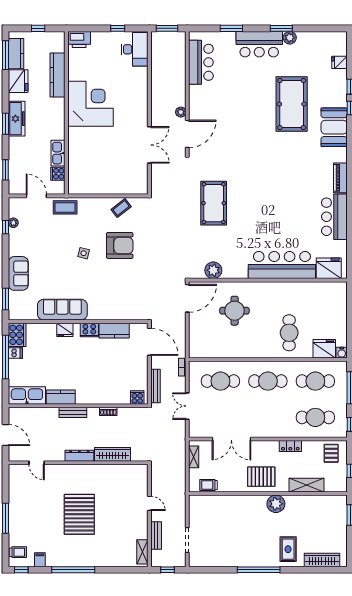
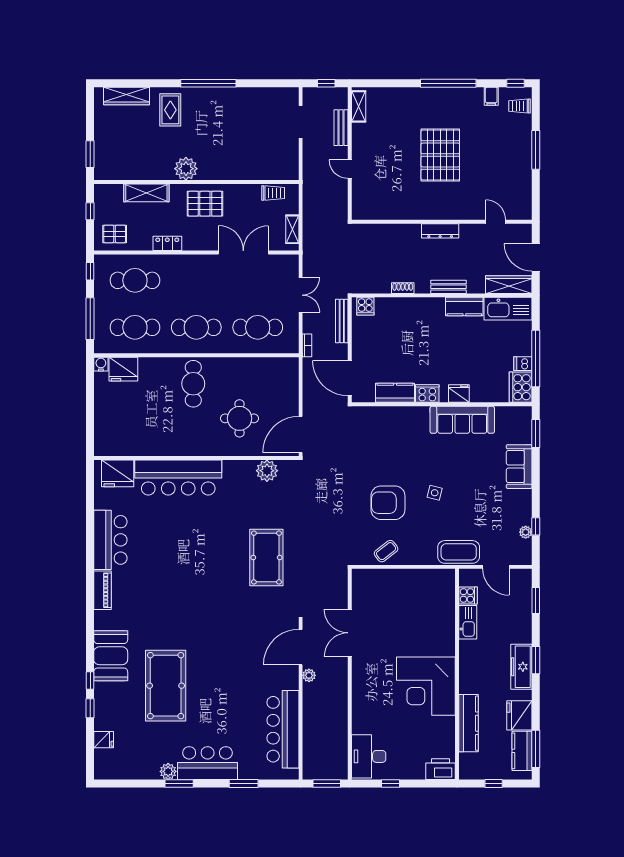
bar counter: (201, 62) -> (283, 729), width x1.36
coffee table: (65, 207) -> (459, 552), width x1.36, depth x1.32
cafe table: (289, 333) -> (193, 384), moved
pallet: (331, 453) -> (115, 234), turned 90
wardrobe: (112, 454) -> (509, 285), moved, turned 180

